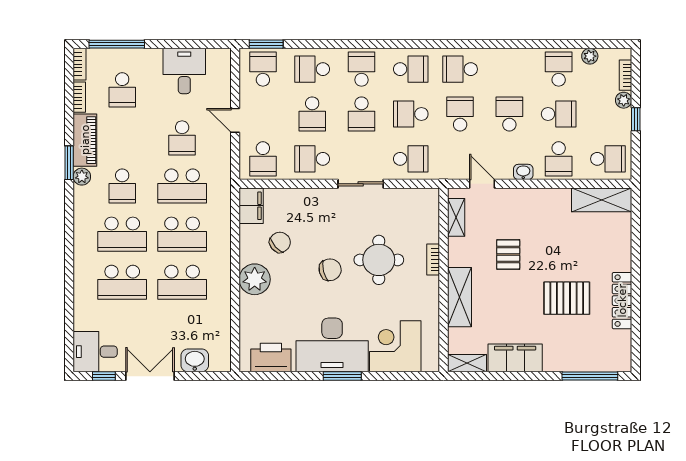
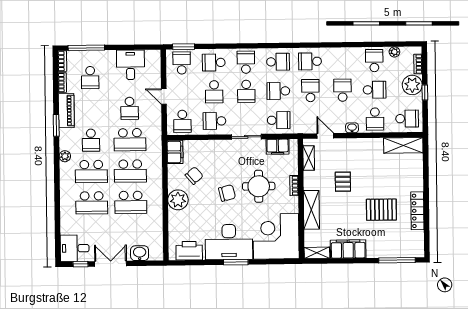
plant: (624, 100) -> (412, 85), width x1.87, depth x1.87
plant: (82, 177) -> (65, 156), moved
filing cabinet: (409, 199) -> (278, 147), added
corner desk: (395, 346) -> (276, 236), width x1.36, depth x1.36

